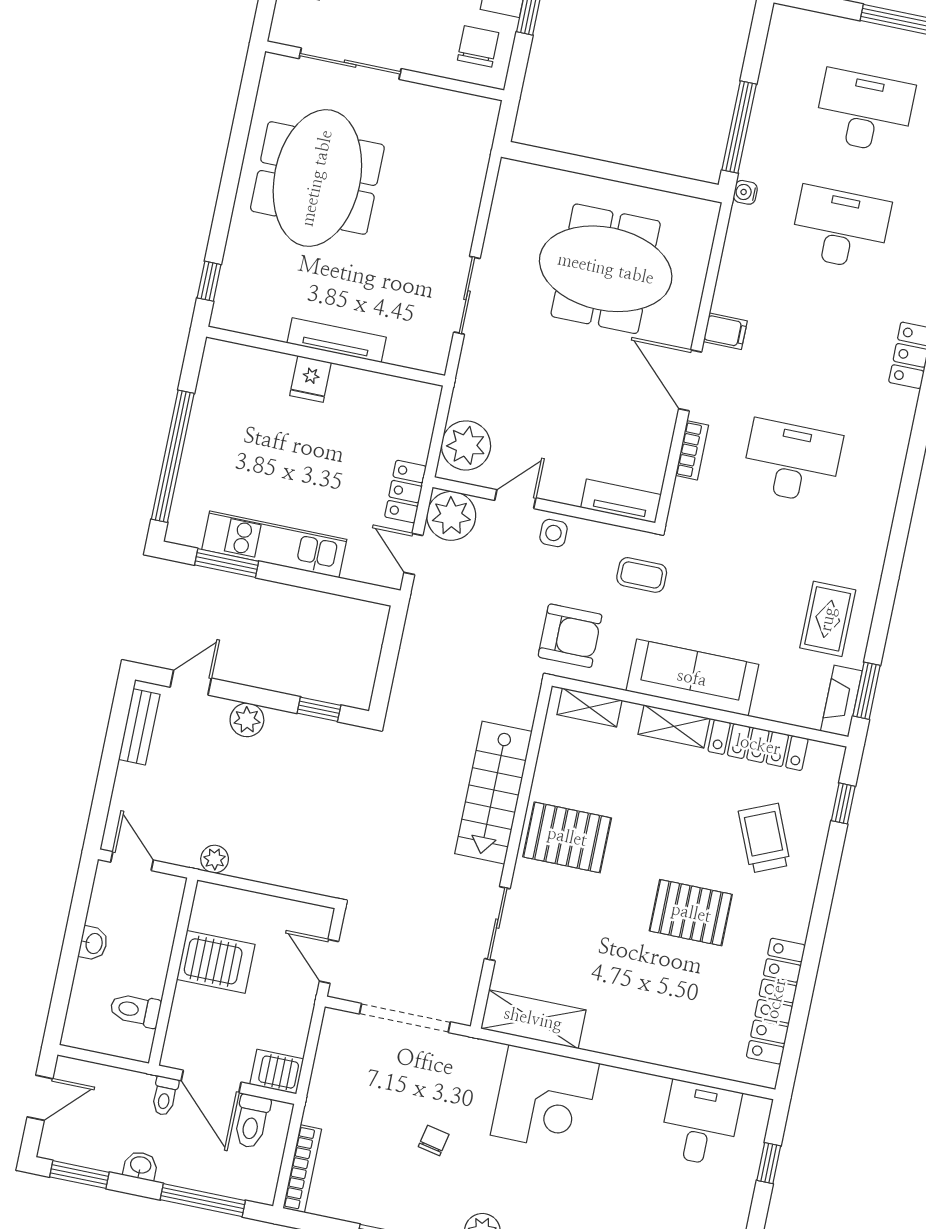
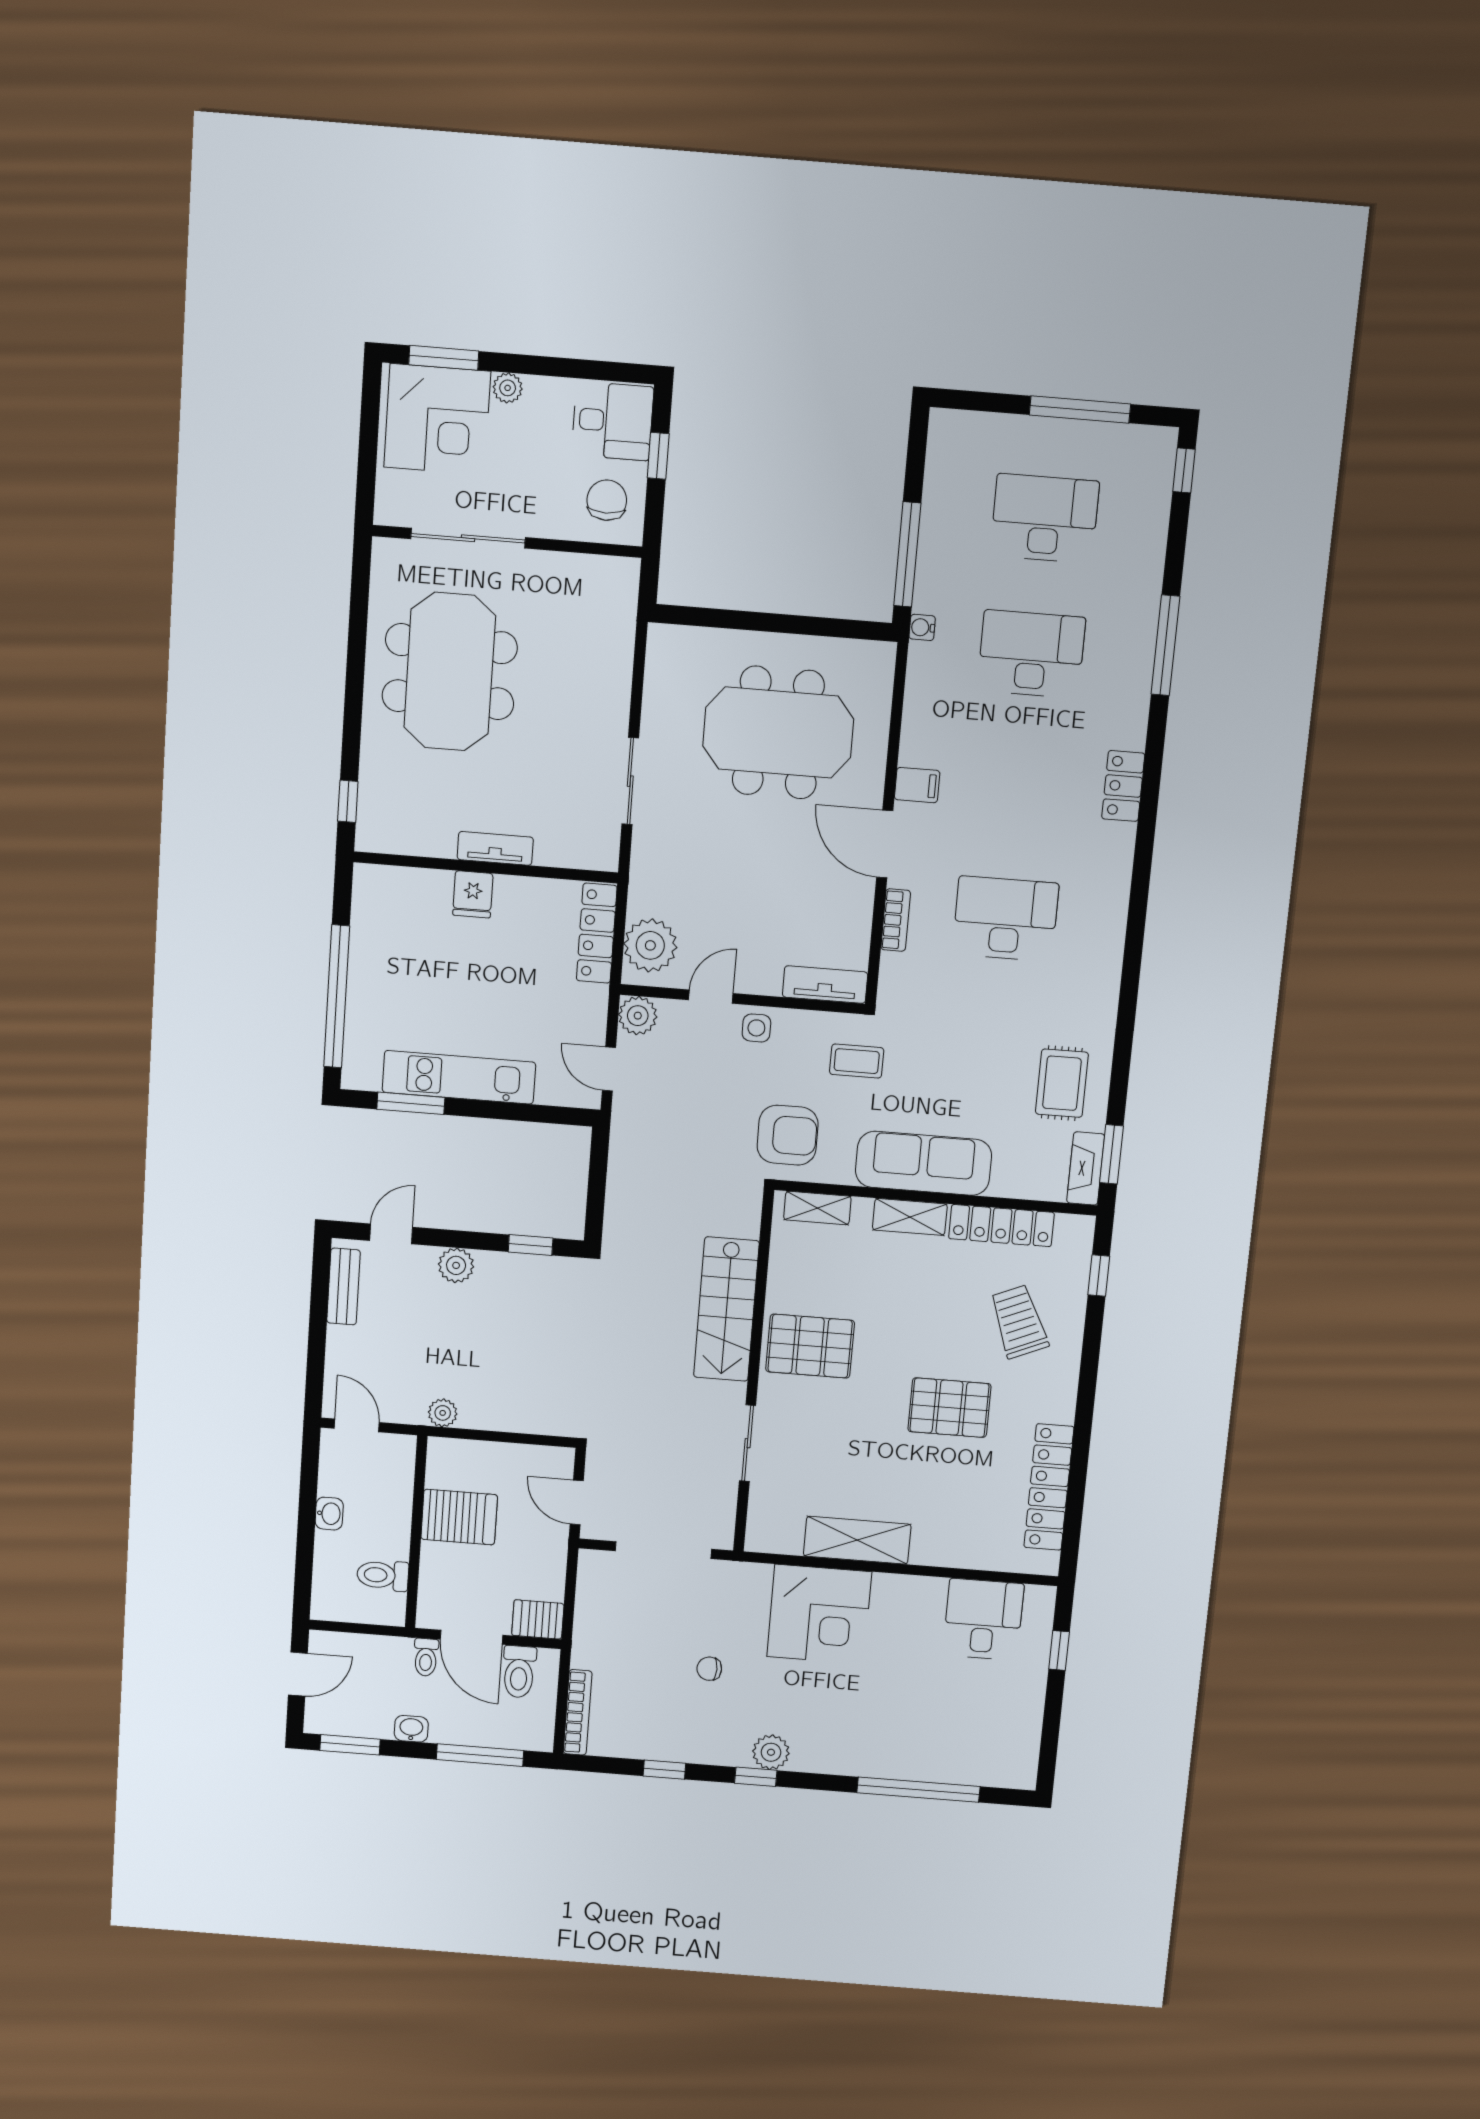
tv unit: (337, 340) -> (495, 848), width x0.71
locker: (405, 492) -> (597, 933), moved, width x1.53
plant: (451, 516) -> (638, 1016), width x0.73, depth x0.73
shelving: (533, 1019) -> (857, 1540), moved
chair: (434, 1140) -> (709, 1669), turned -102

